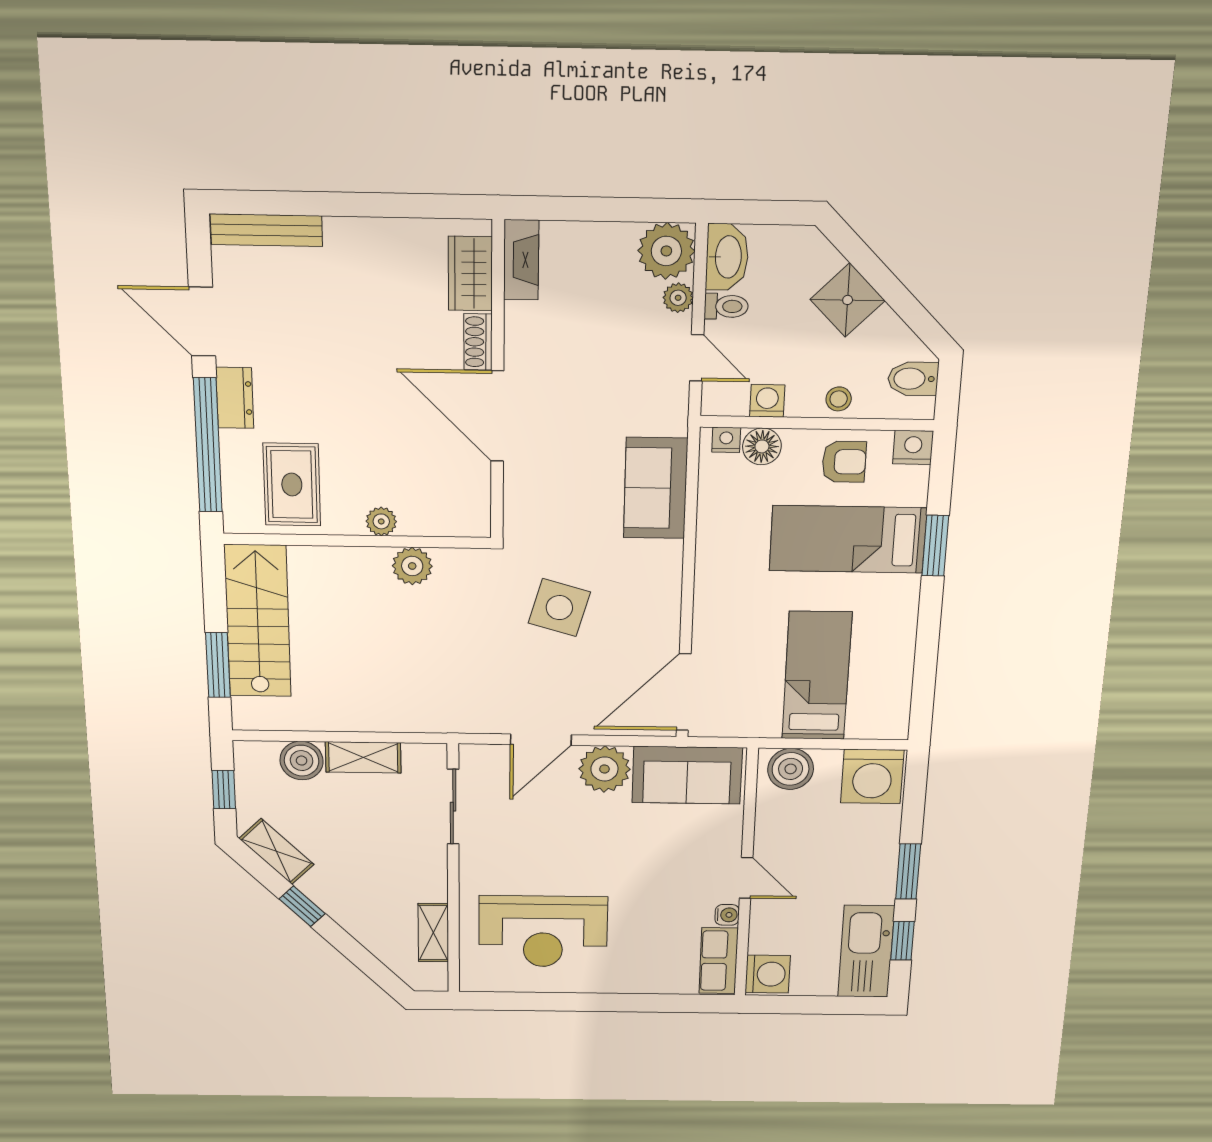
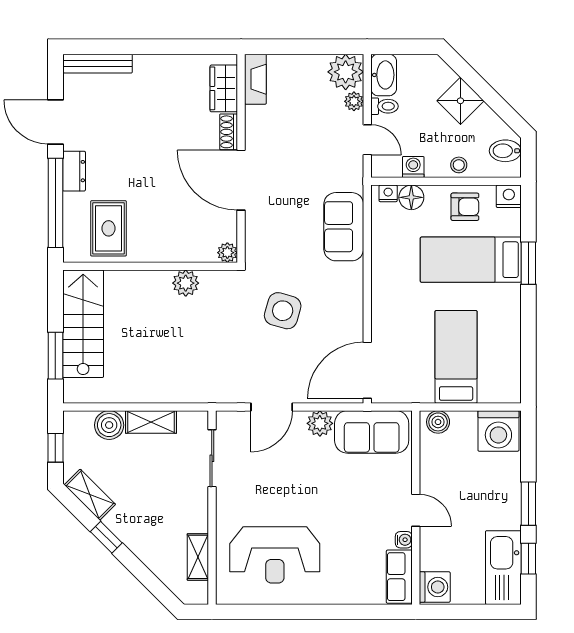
plant: (381, 521) -> (227, 253), moved
plant: (604, 769) -> (320, 423), width x0.73, depth x0.73
boiler: (791, 769) -> (438, 422), width x0.73, depth x0.73

